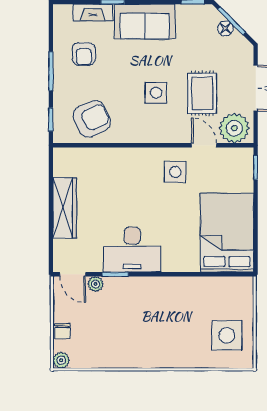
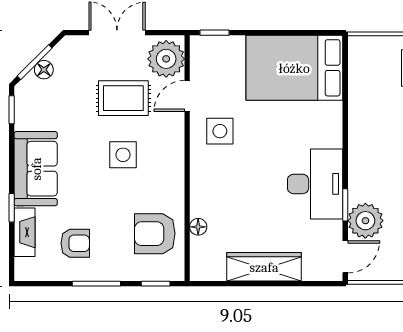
armchair: (92, 119) -> (155, 234), turned -66
floor lamp: (97, 154) -> (198, 227), added
plant: (95, 284) -> (365, 221), width x1.88, depth x1.88

